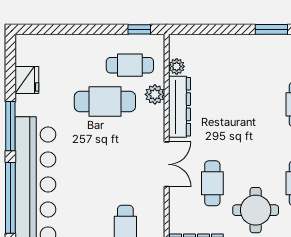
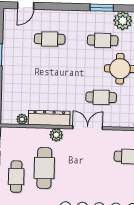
cafe table: (130, 65) -> (16, 177), moved
plant: (155, 94) -> (56, 135), moved

